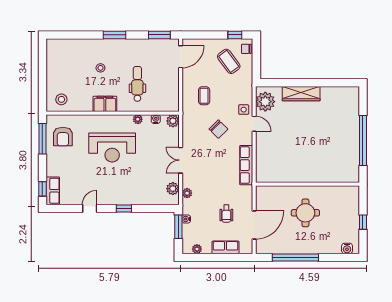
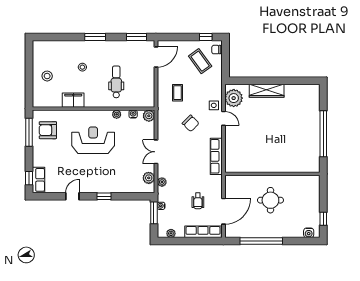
stool: (61, 99) -> (47, 76), moved
filing cabinet: (105, 104) -> (73, 100), moved
armchair: (63, 137) -> (48, 130), turned 90
reception desk: (112, 148) -> (93, 140), turned 180
window: (363, 222) -> (323, 219), moved
row of seats: (225, 247) -> (203, 232), width x1.48

